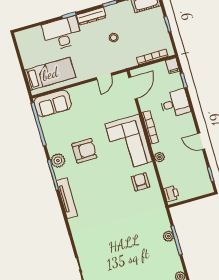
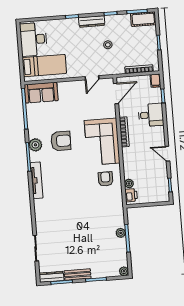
desk: (62, 34) -> (34, 39), moved, turned -90
plant: (159, 157) -> (129, 183), moved

